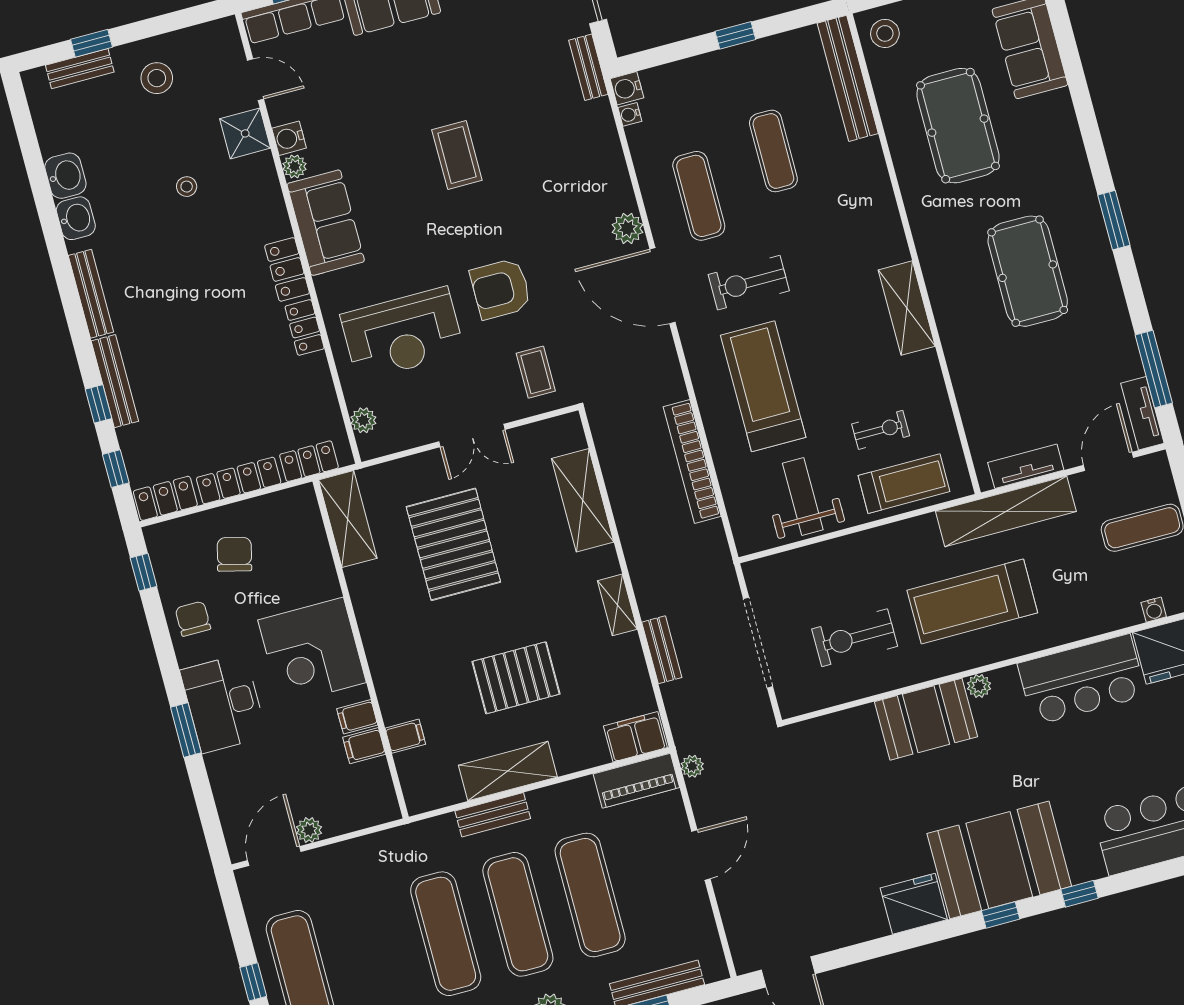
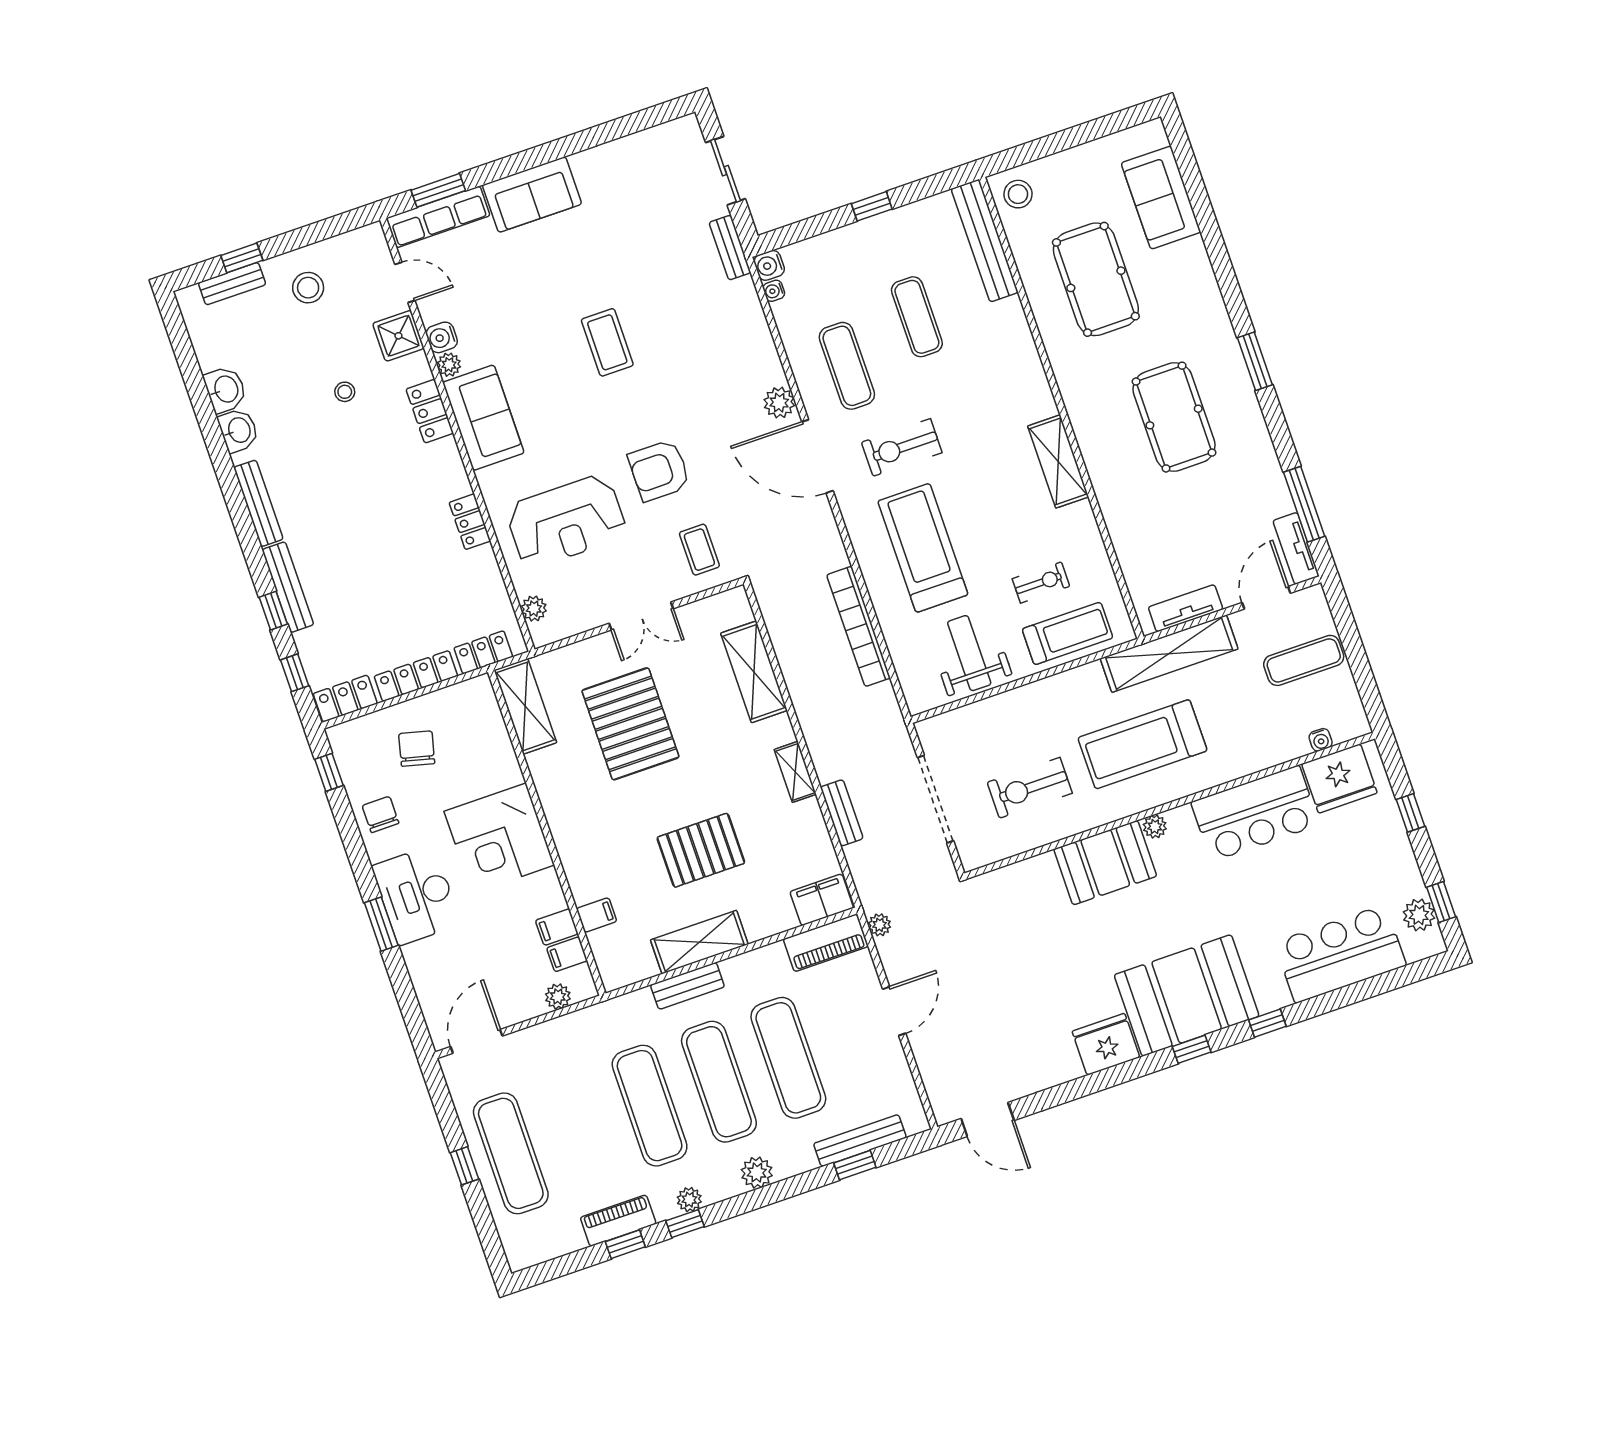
locker: (287, 269) -> (430, 411), moved
filing cabinet: (357, 717) -> (567, 954), moved
plant: (309, 830) -> (558, 997), moved

